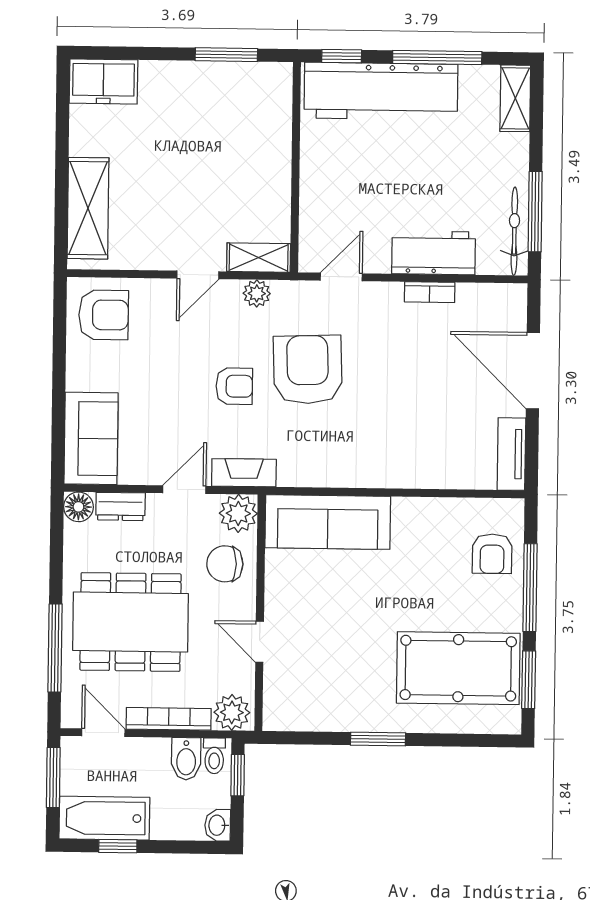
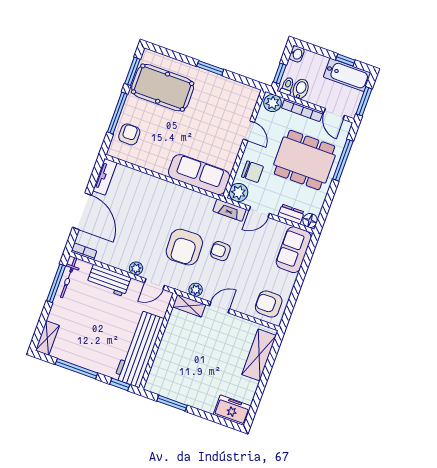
workbench: (381, 91) -> (139, 349), moved, turned -90
bookcase: (430, 292) -> (84, 251), moved
plant: (388, 295) -> (136, 268), added

